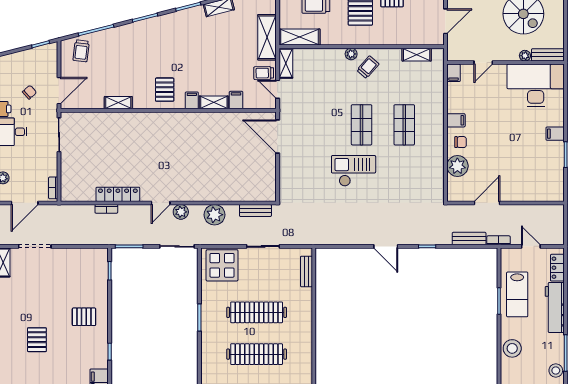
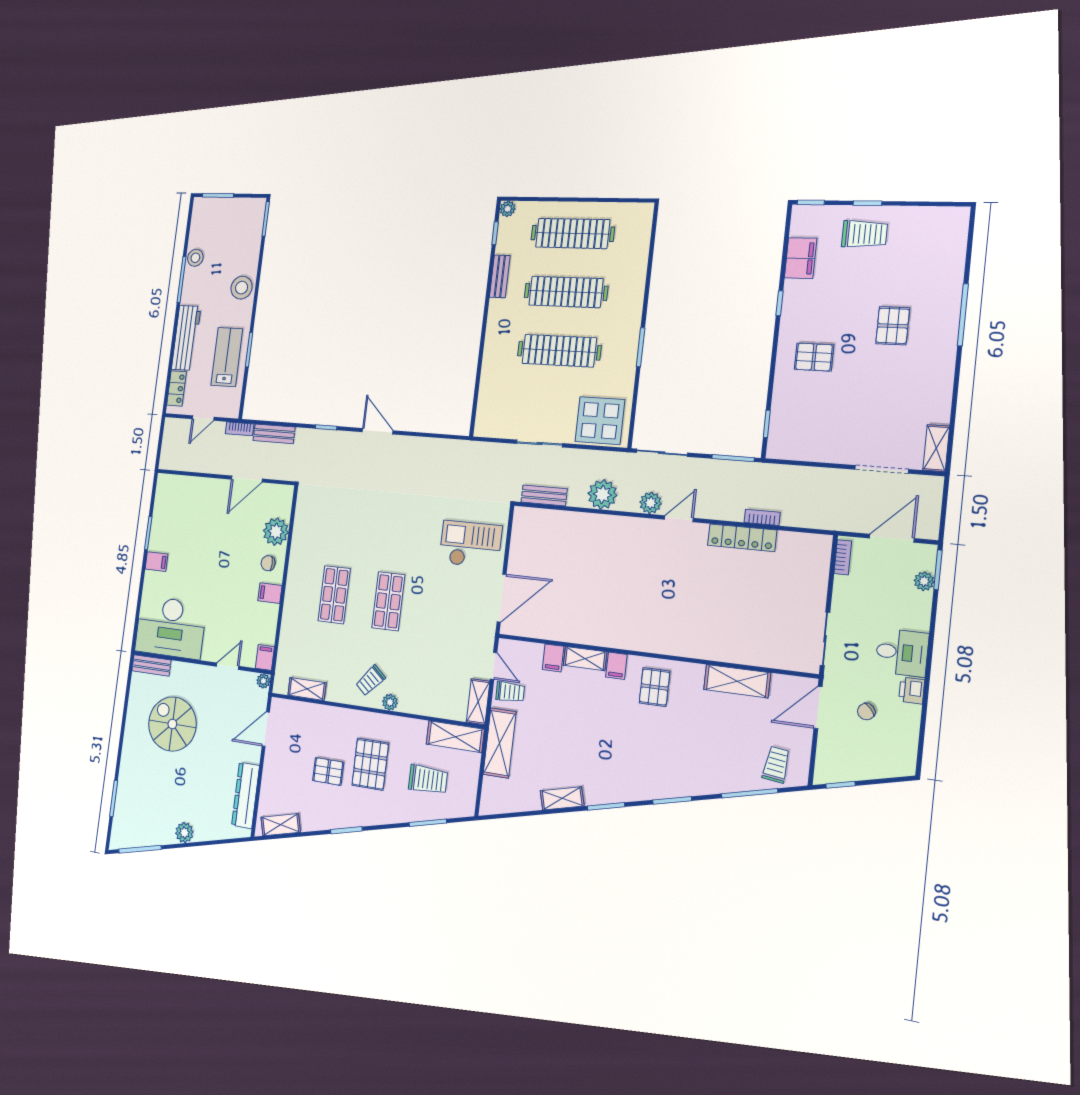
plant: (525, 56) -> (263, 681), moved
shelving: (118, 103) -> (737, 681), width x1.50, depth x1.33
door: (278, 137) -> (502, 598), hinge flipped
checkout: (354, 171) -> (470, 544), moved, turned 180
door: (531, 246) -> (203, 418), hinge flipped
bench: (306, 271) -> (500, 276), moved

